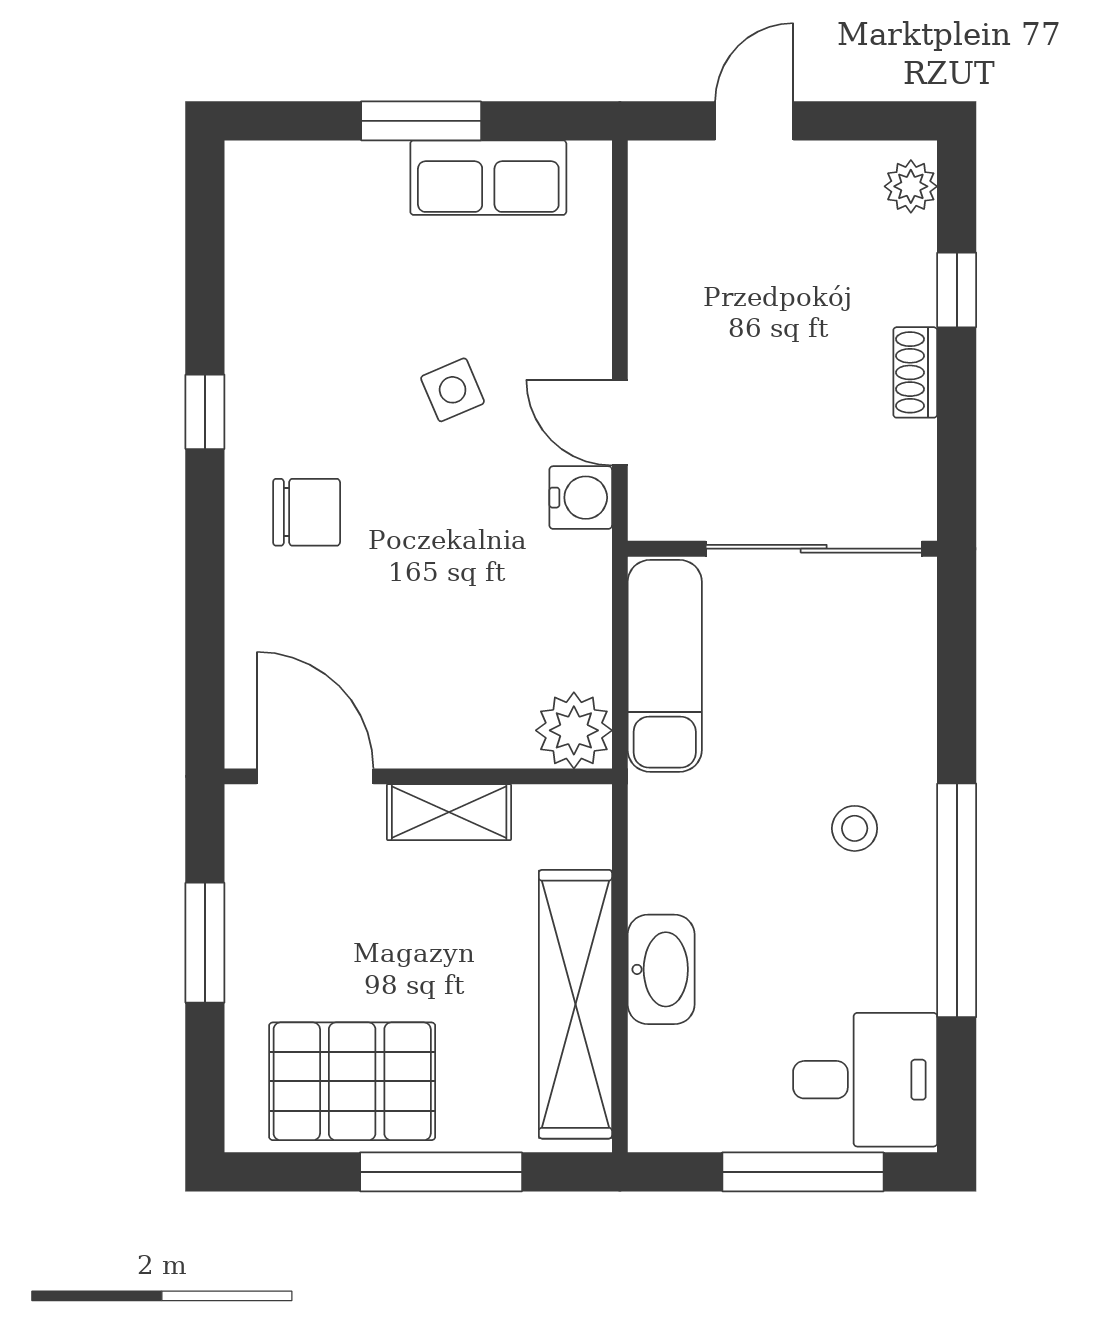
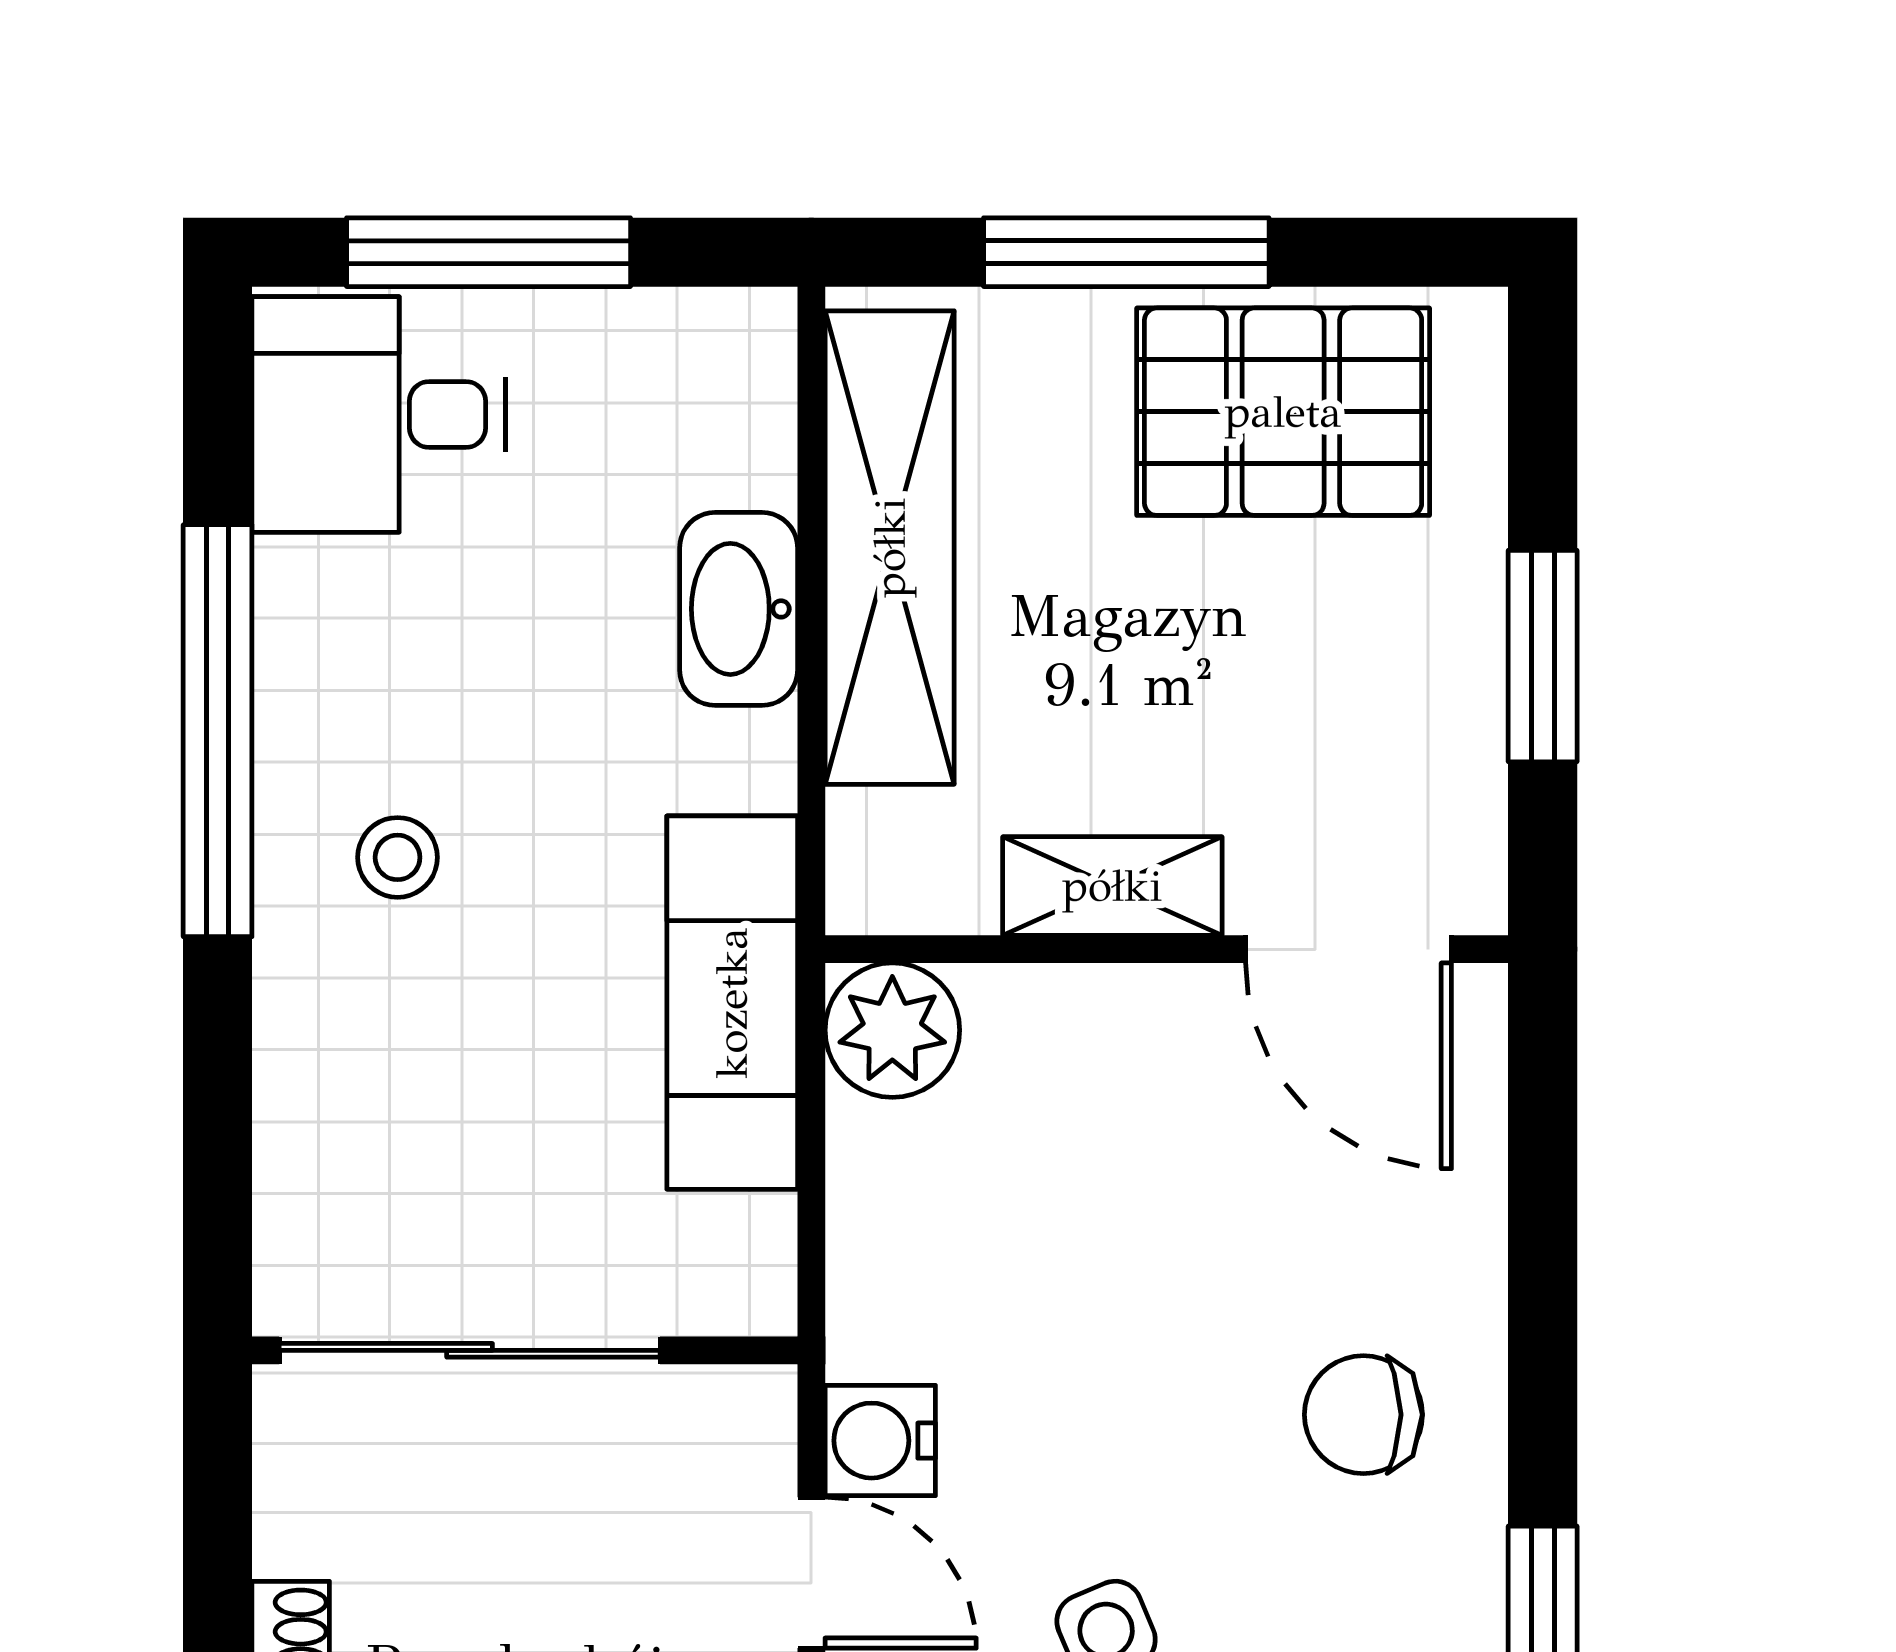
exam couch: (665, 666) -> (732, 1003), moved

